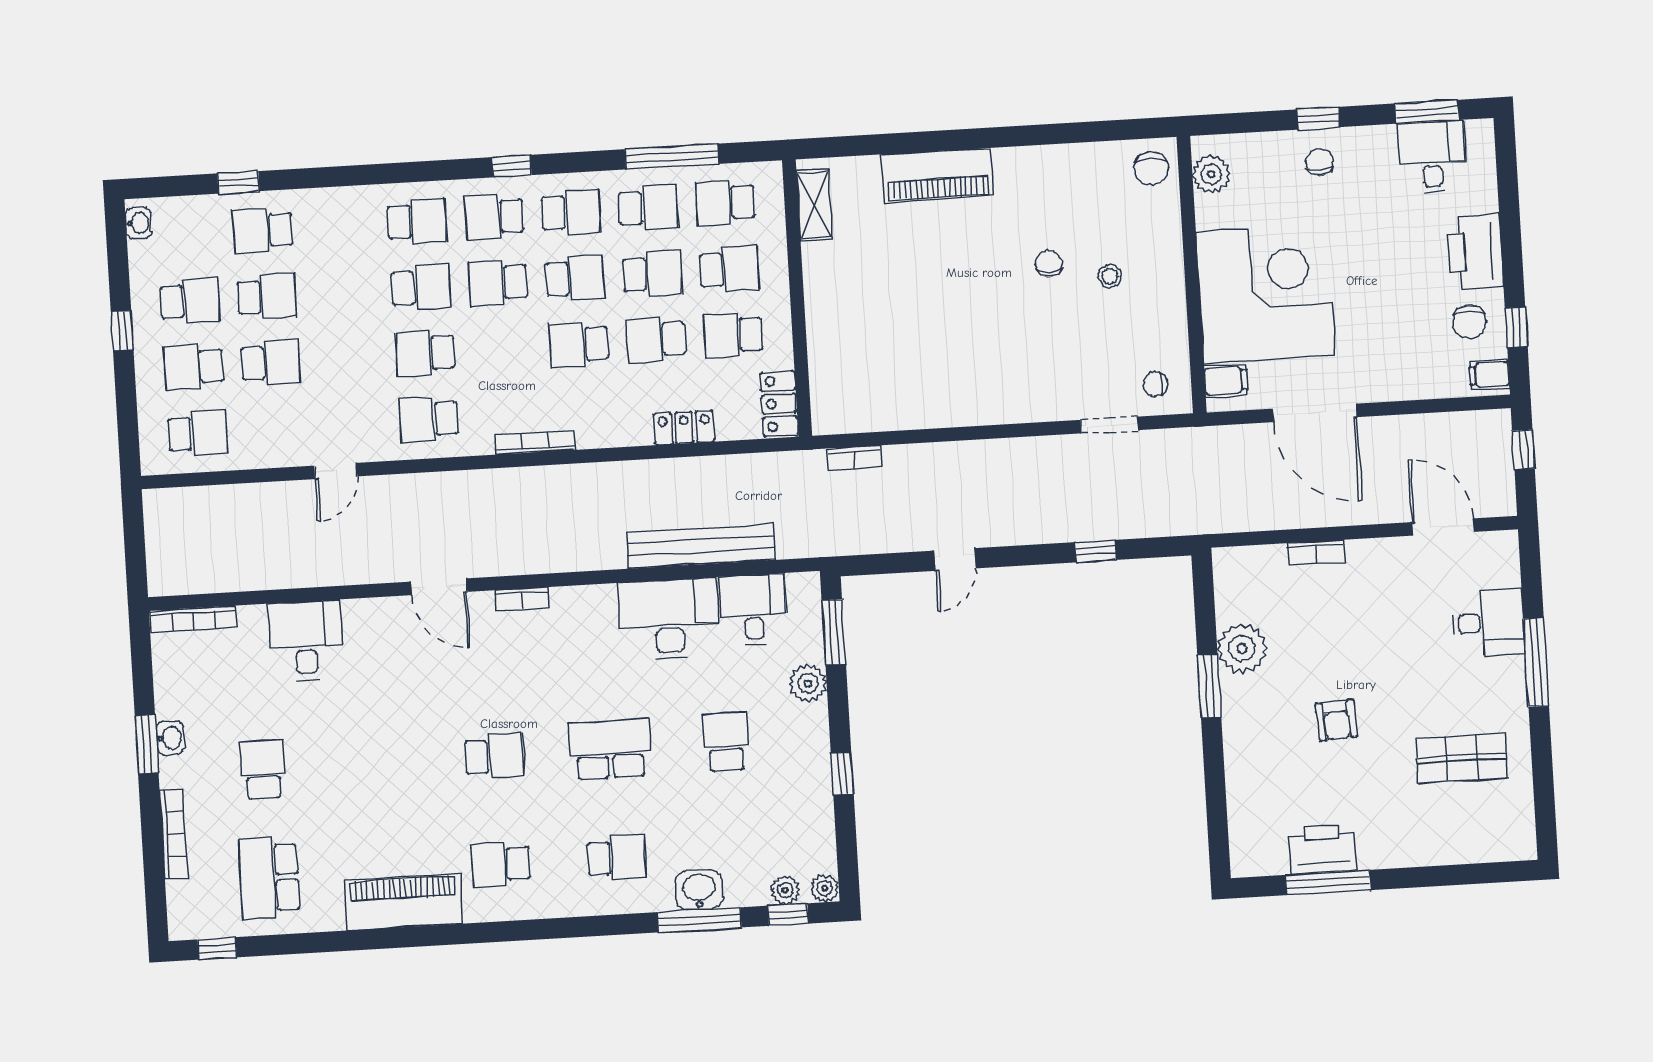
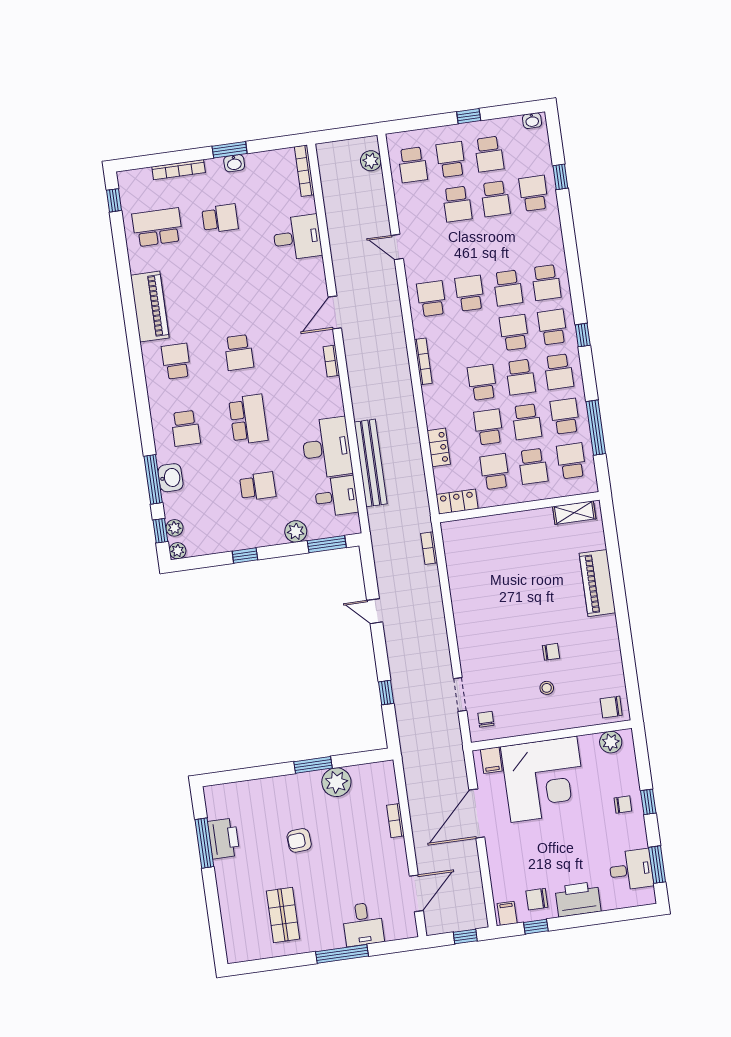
school desk: (648, 207) -> (565, 416), turned 180
plant: (185, 504) -> (371, 161), added

